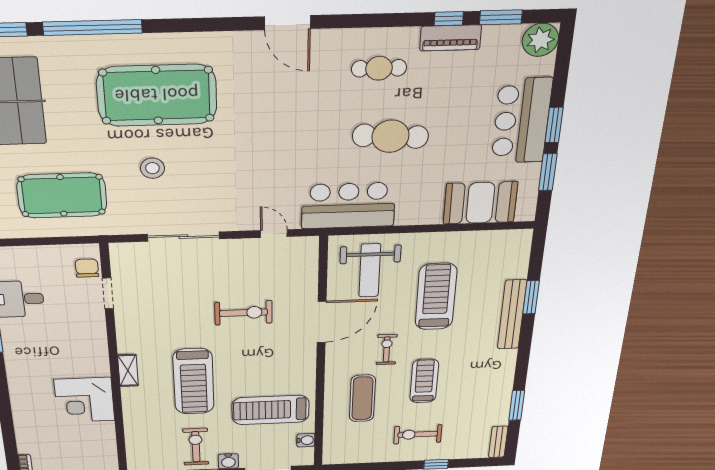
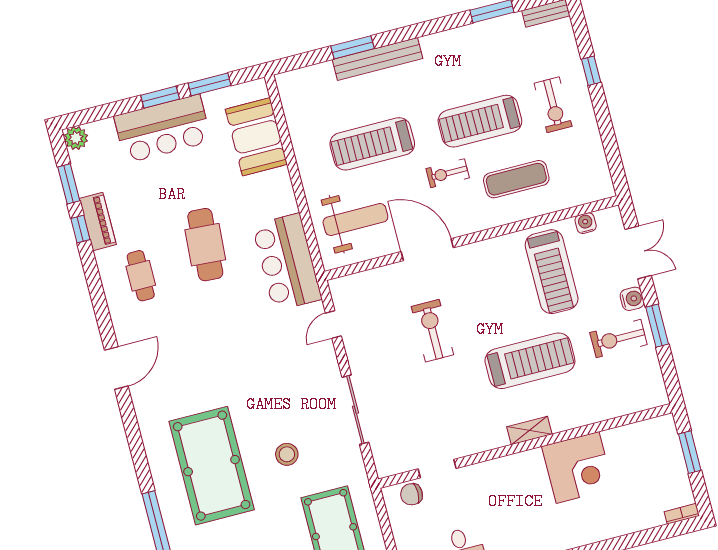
plant: (540, 40) -> (76, 138), width x0.73, depth x0.73
treadmill: (424, 381) -> (480, 121), width x1.37, depth x1.37

